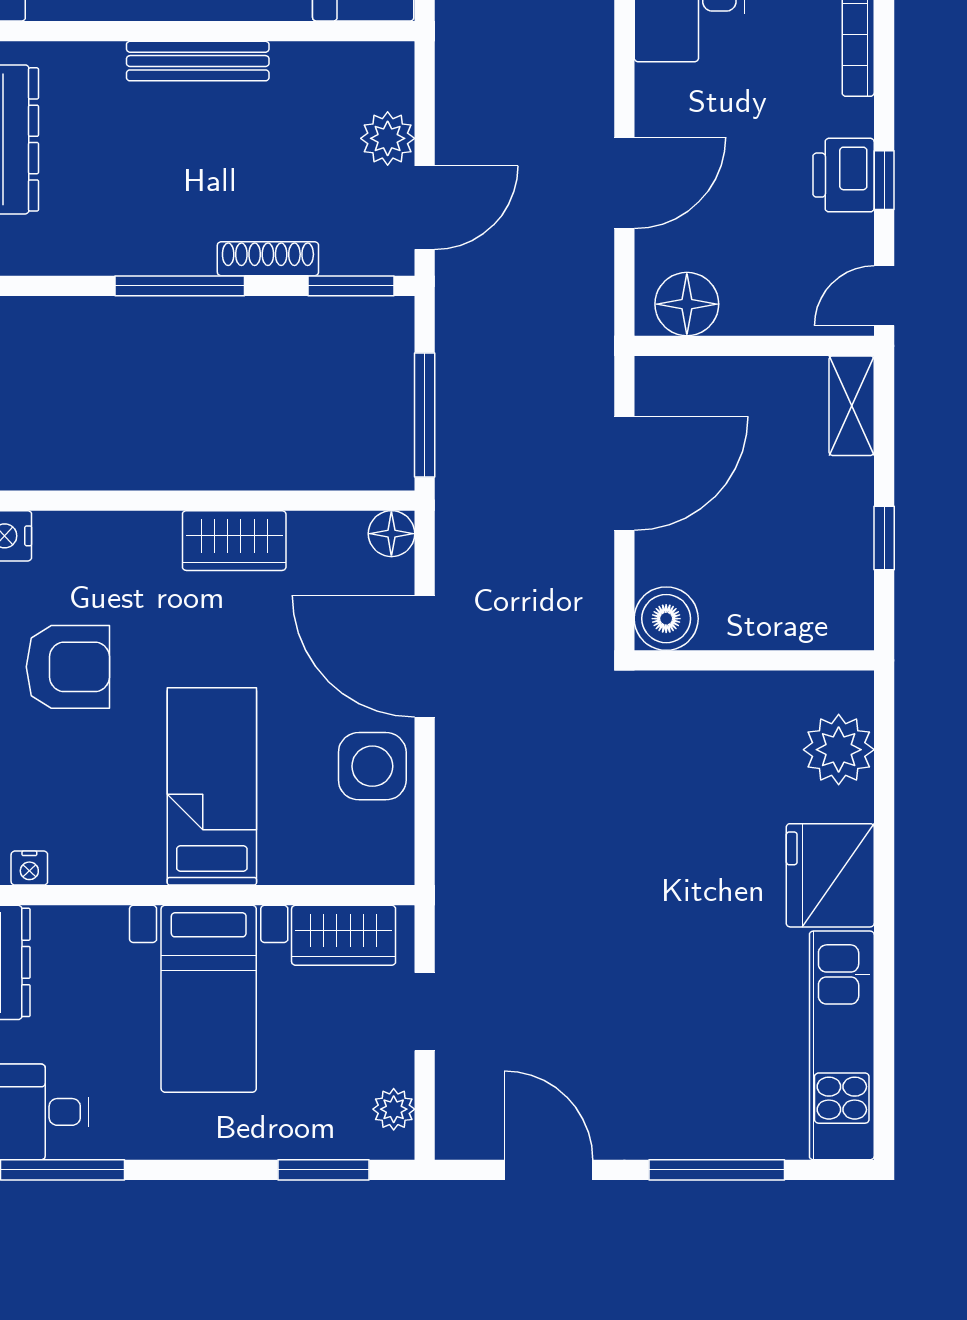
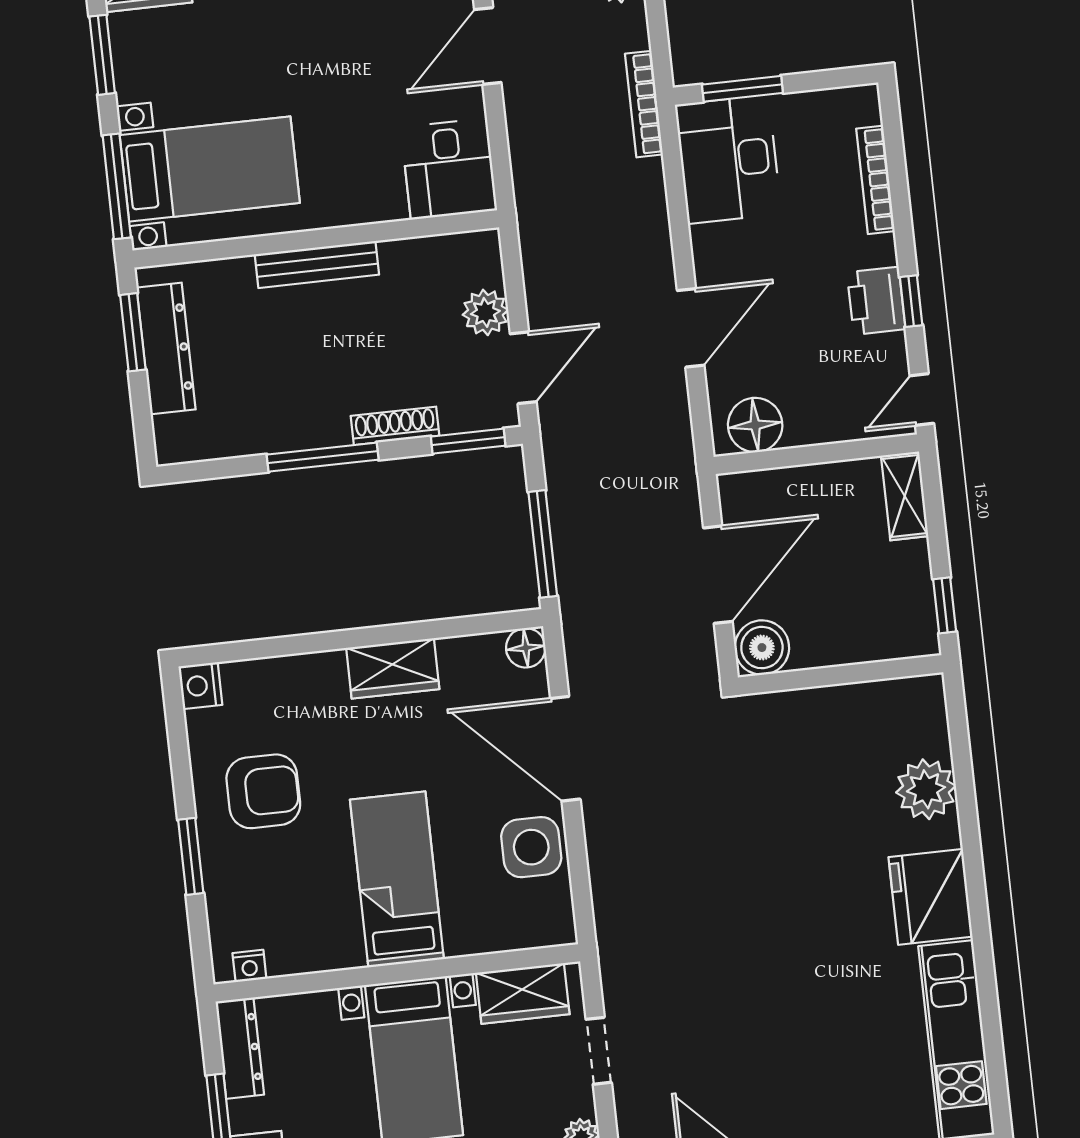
boiler: (666, 619) -> (762, 648), moved
wall: (754, 660) -> (841, 675), moved

